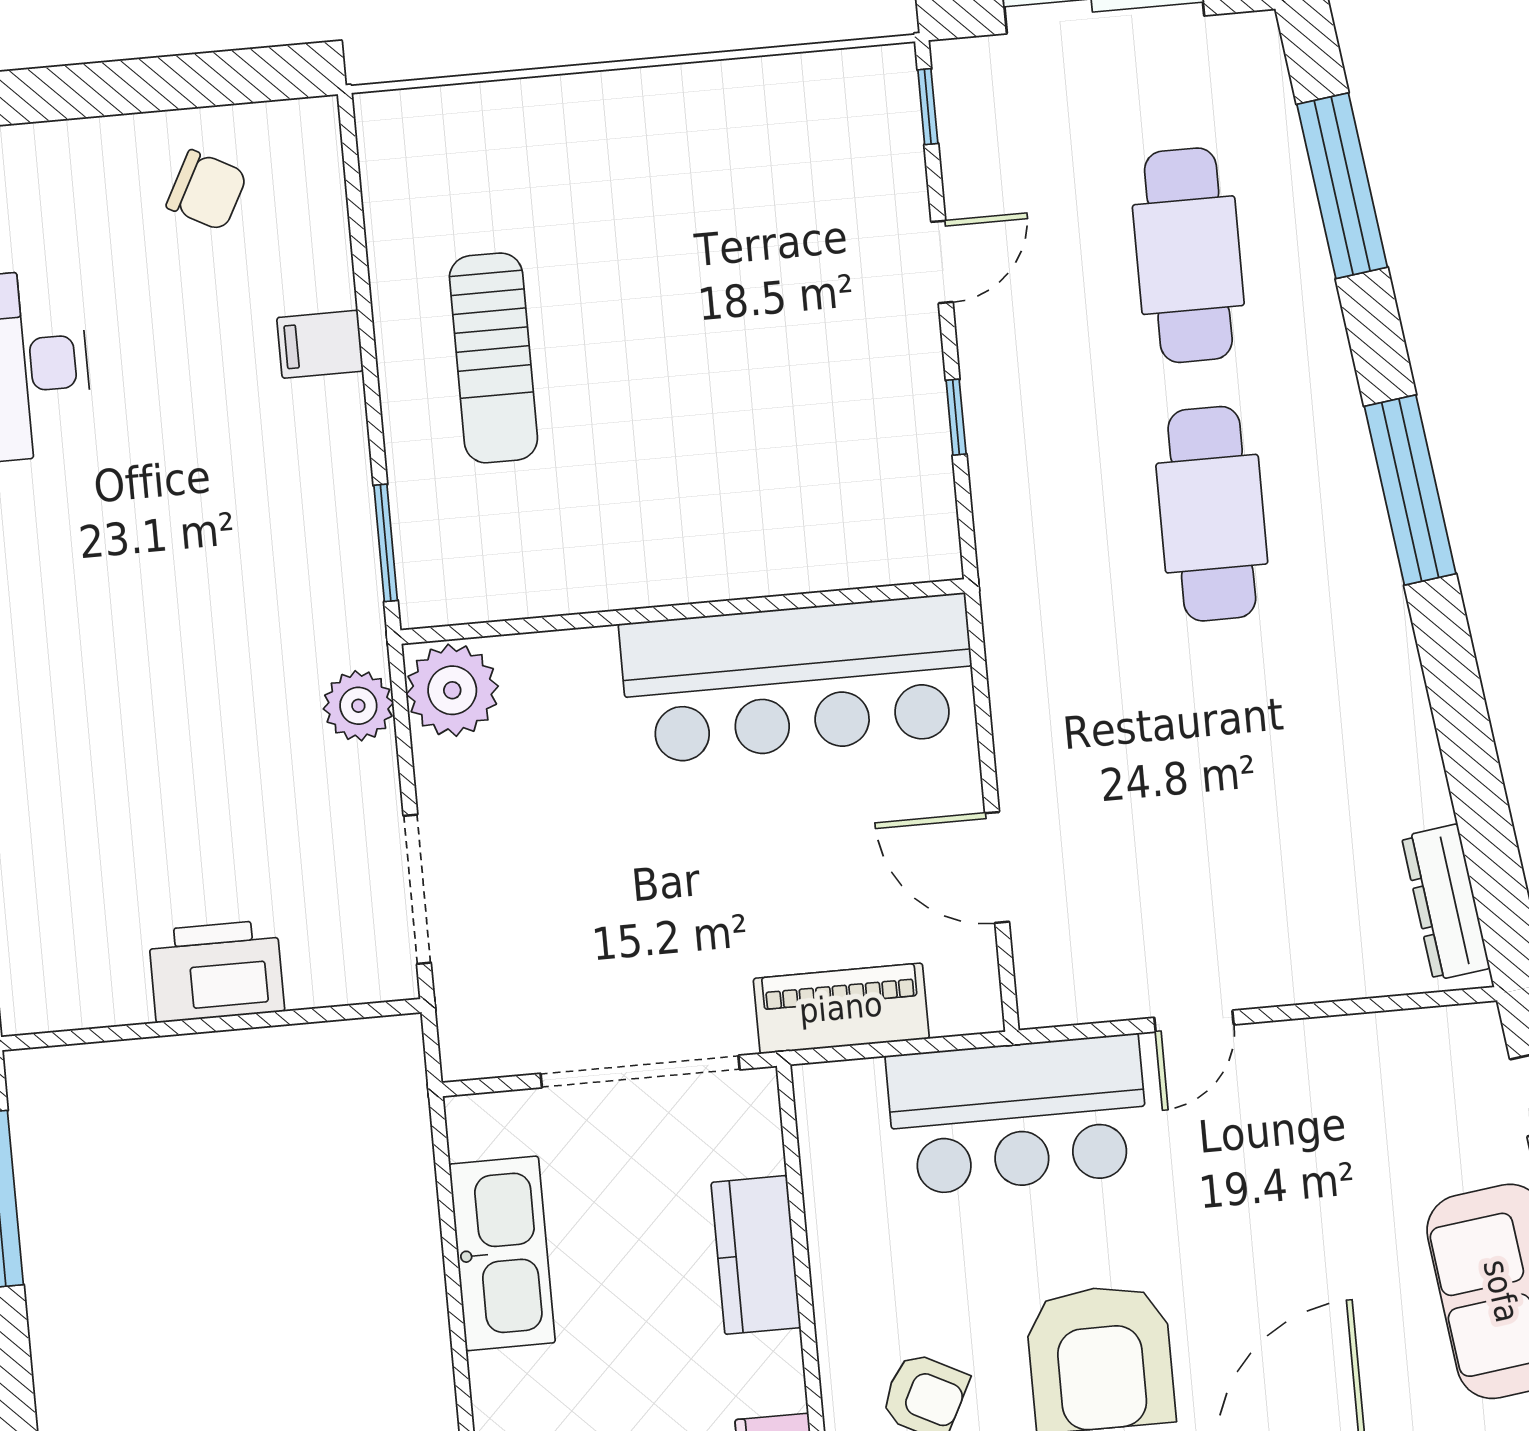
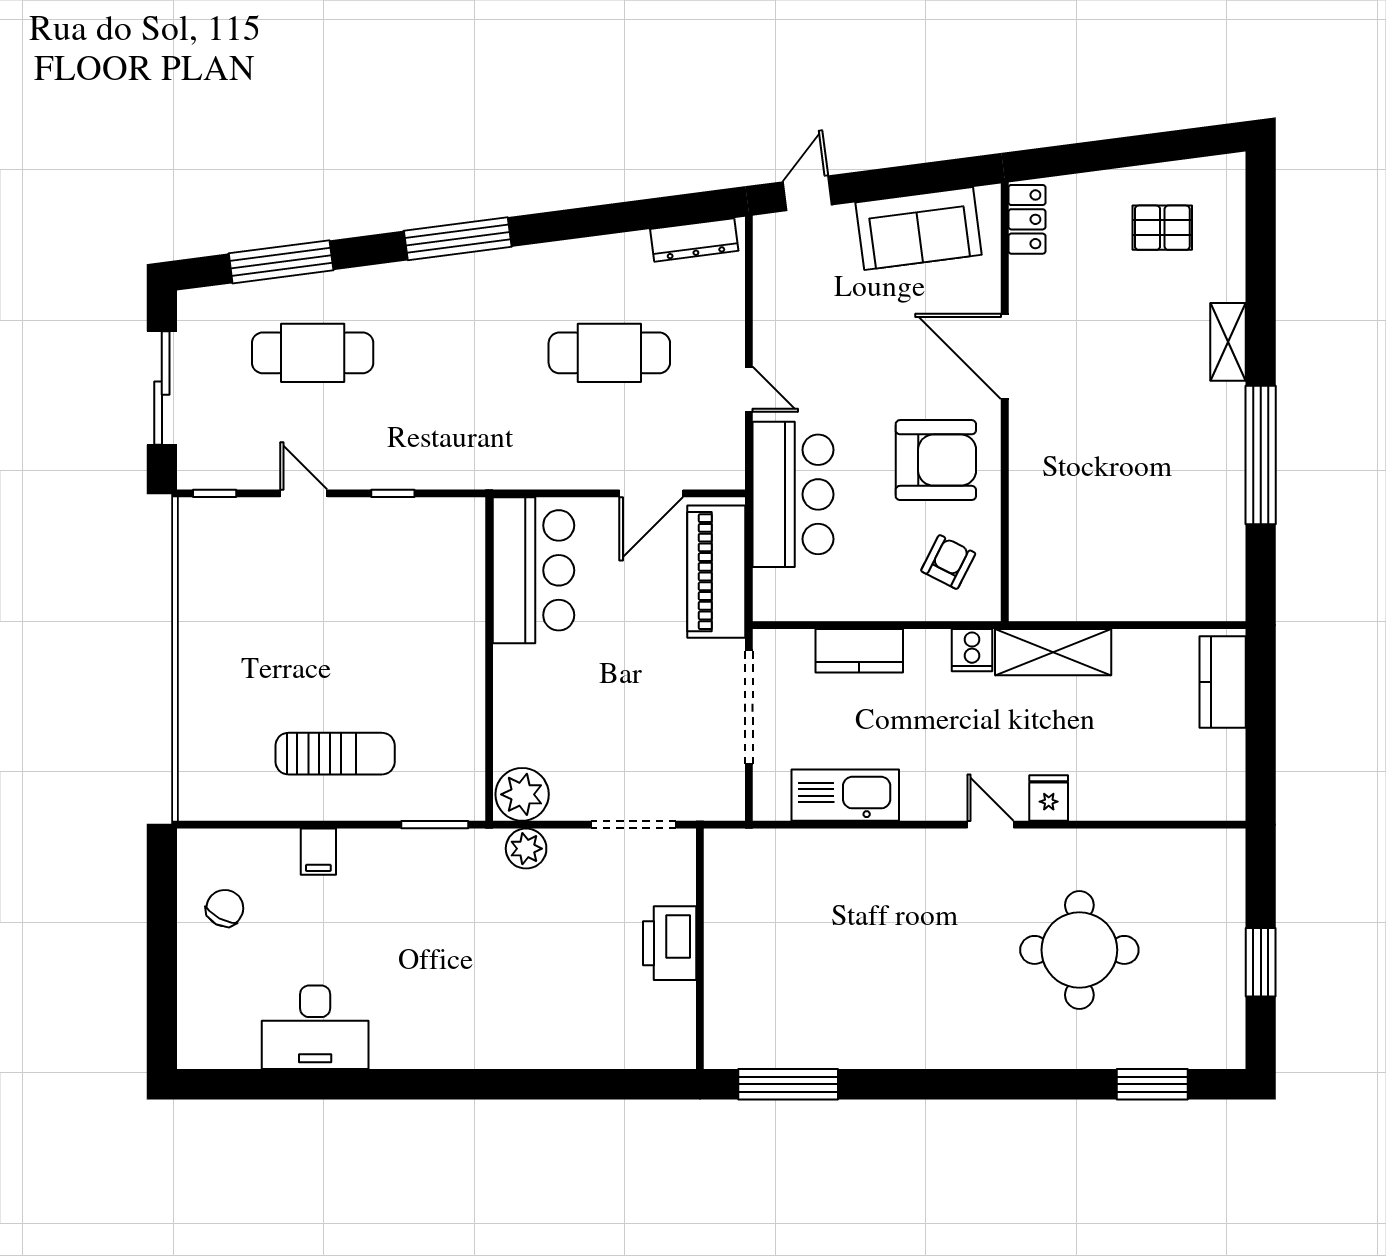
cafe table: (1212, 514) -> (609, 353), moved
bar counter: (798, 679) -> (534, 570), width x0.73
piano: (841, 1008) -> (716, 572), width x1.37, depth x1.33

